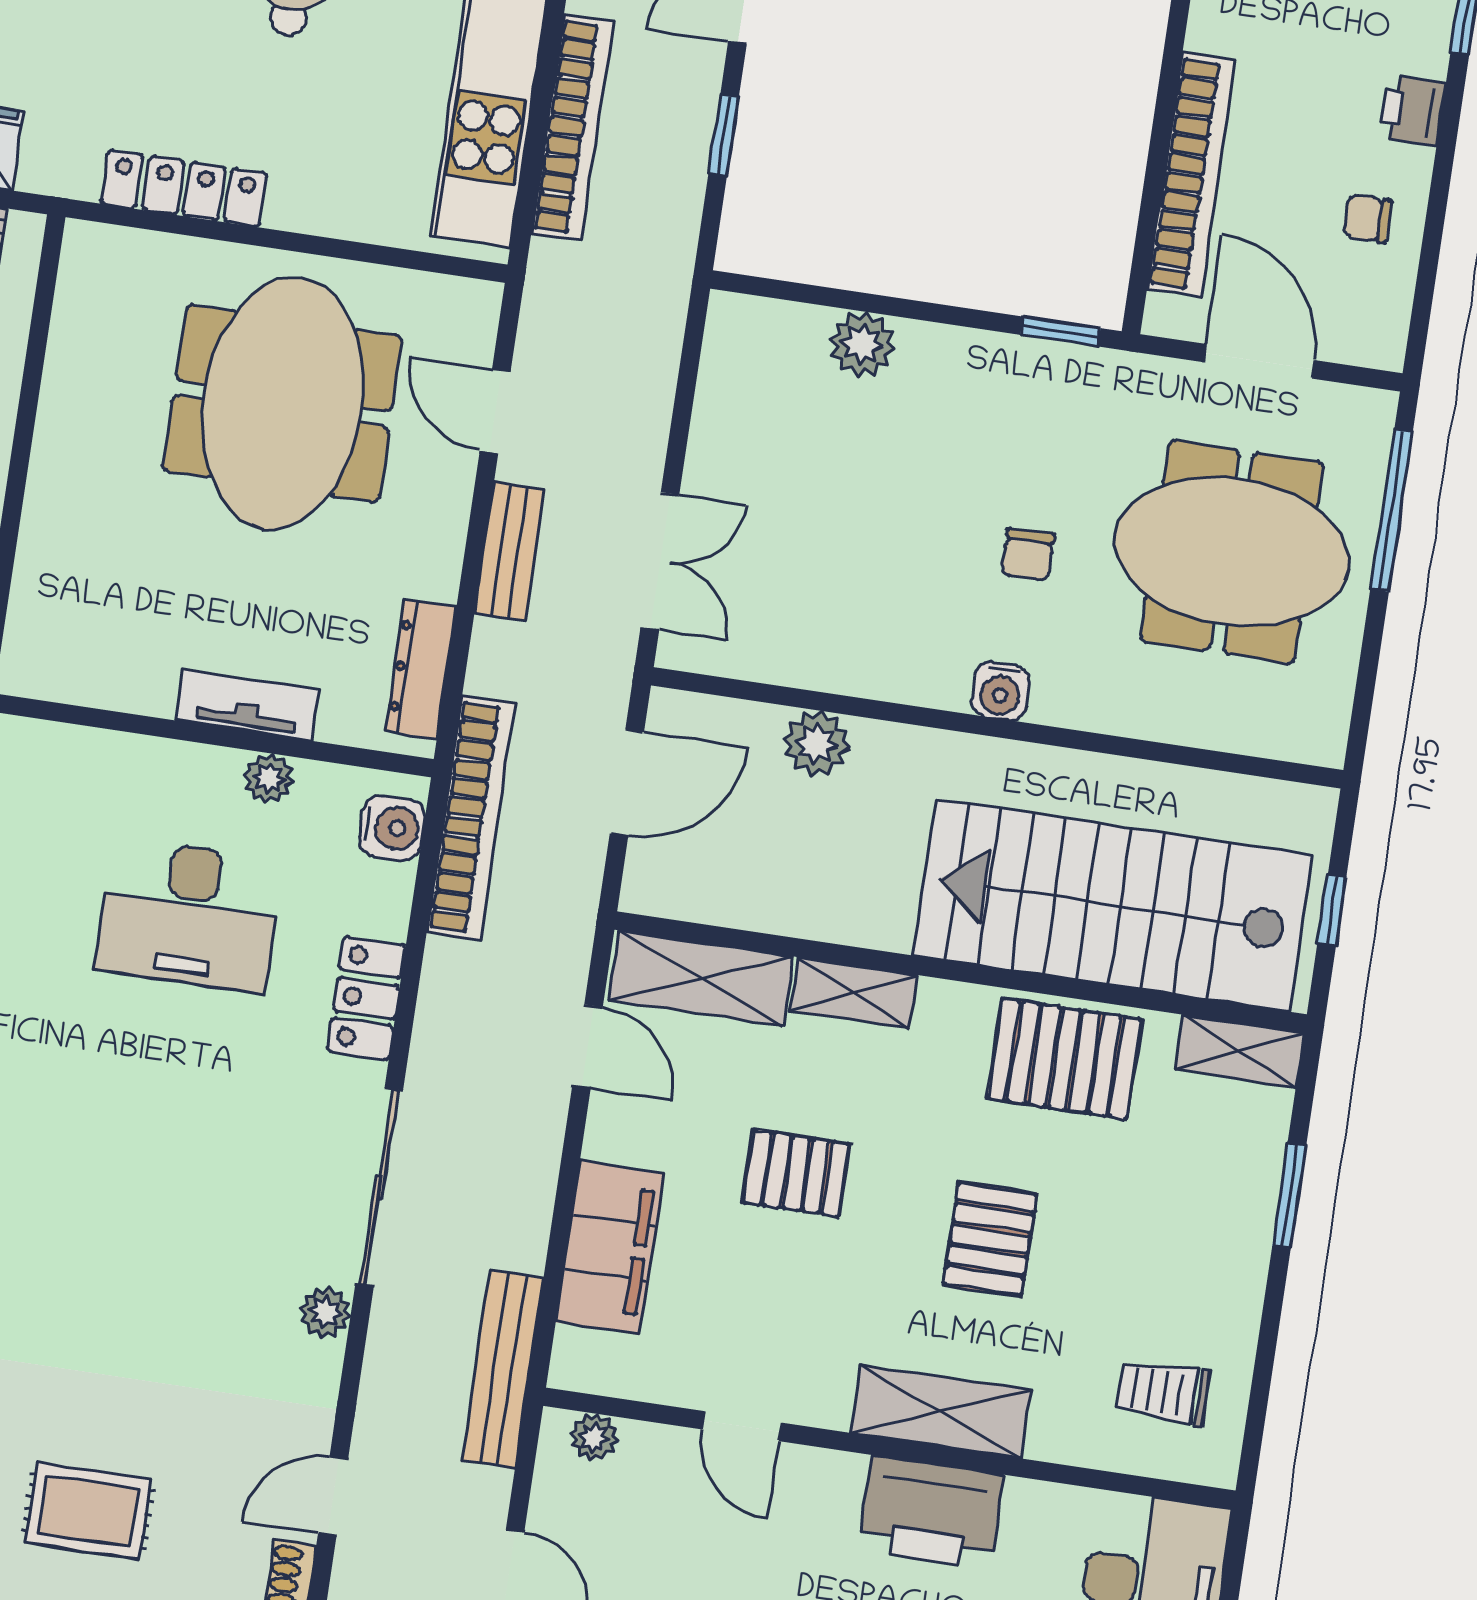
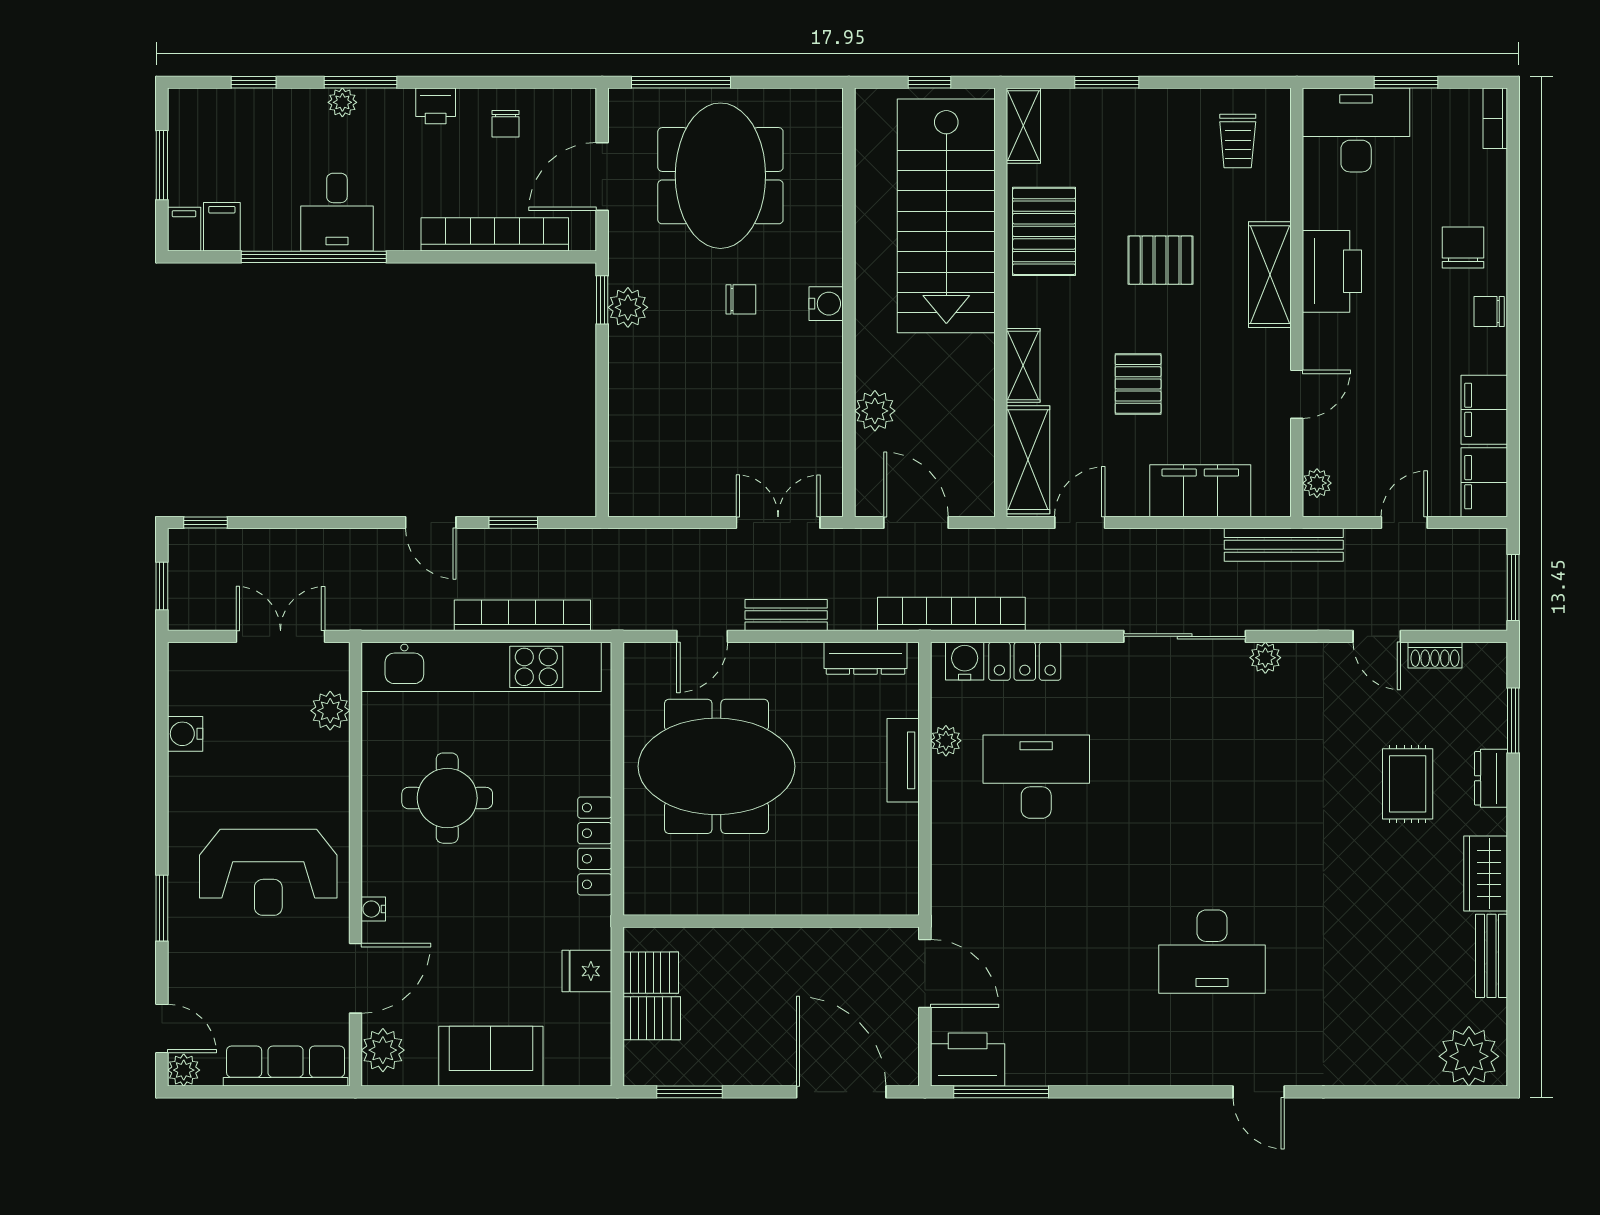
plant: (862, 344) -> (628, 307), moved
desk: (189, 915) -> (1036, 777), turned -90
locker: (366, 998) -> (1025, 661), moved

